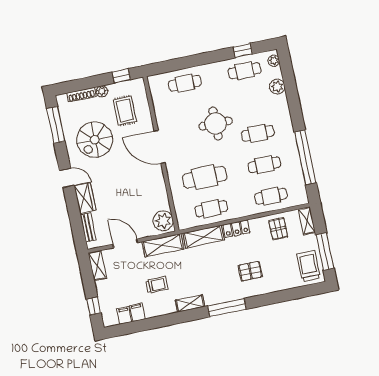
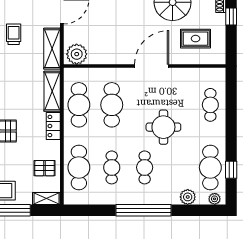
cafe table: (245, 71) -> (210, 167), width x1.37, depth x1.35
window: (121, 76) -> (231, 16), moved
plant: (102, 91) -> (220, 20), removed
window: (305, 157) -> (144, 210), moved
cafe table: (271, 196) -> (79, 167), width x1.37, depth x1.35
cafe table: (211, 209) -> (79, 105), width x1.37, depth x1.35
trolley: (157, 285) -> (14, 34), turned 180

